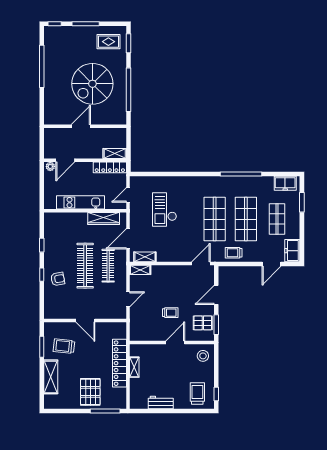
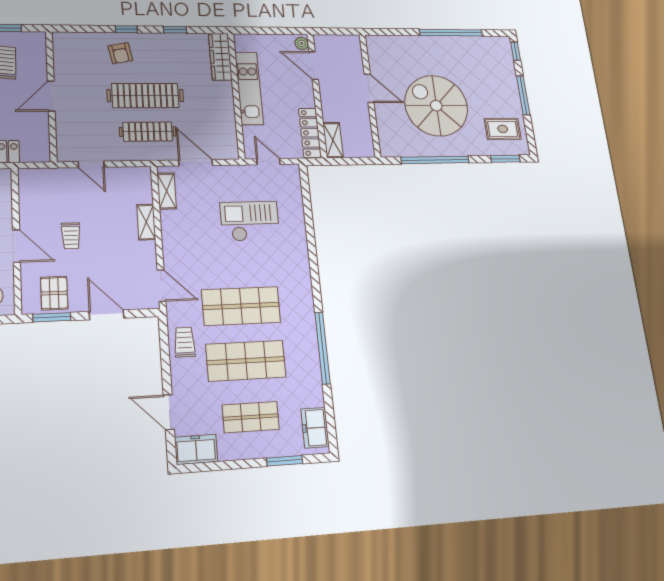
rug: (108, 42) -> (503, 129), turned 90
wardrobe: (104, 219) -> (220, 57), moved
shelving: (140, 270) -> (146, 222), moved

